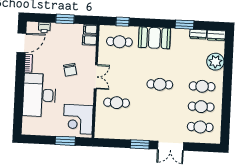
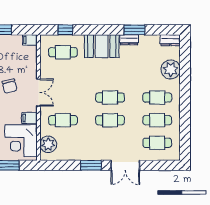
dresser: (198, 34) -> (129, 40), moved
filing cabinet: (89, 40) -> (29, 118), moved
cafe table: (159, 105) -> (110, 120), added
plant: (102, 124) -> (48, 144), added

